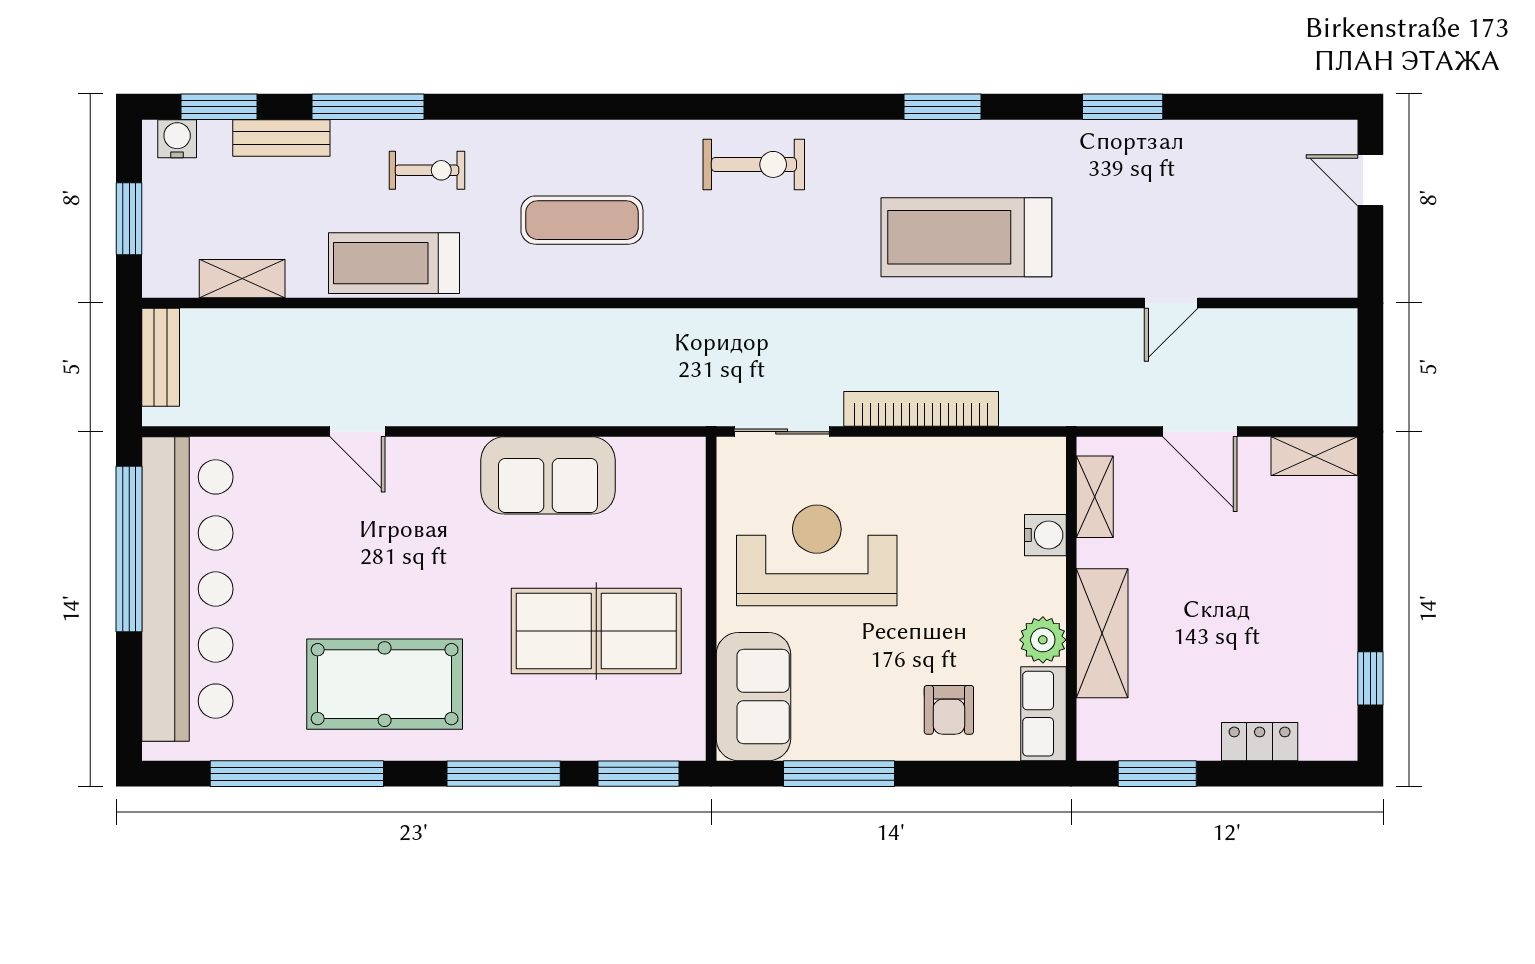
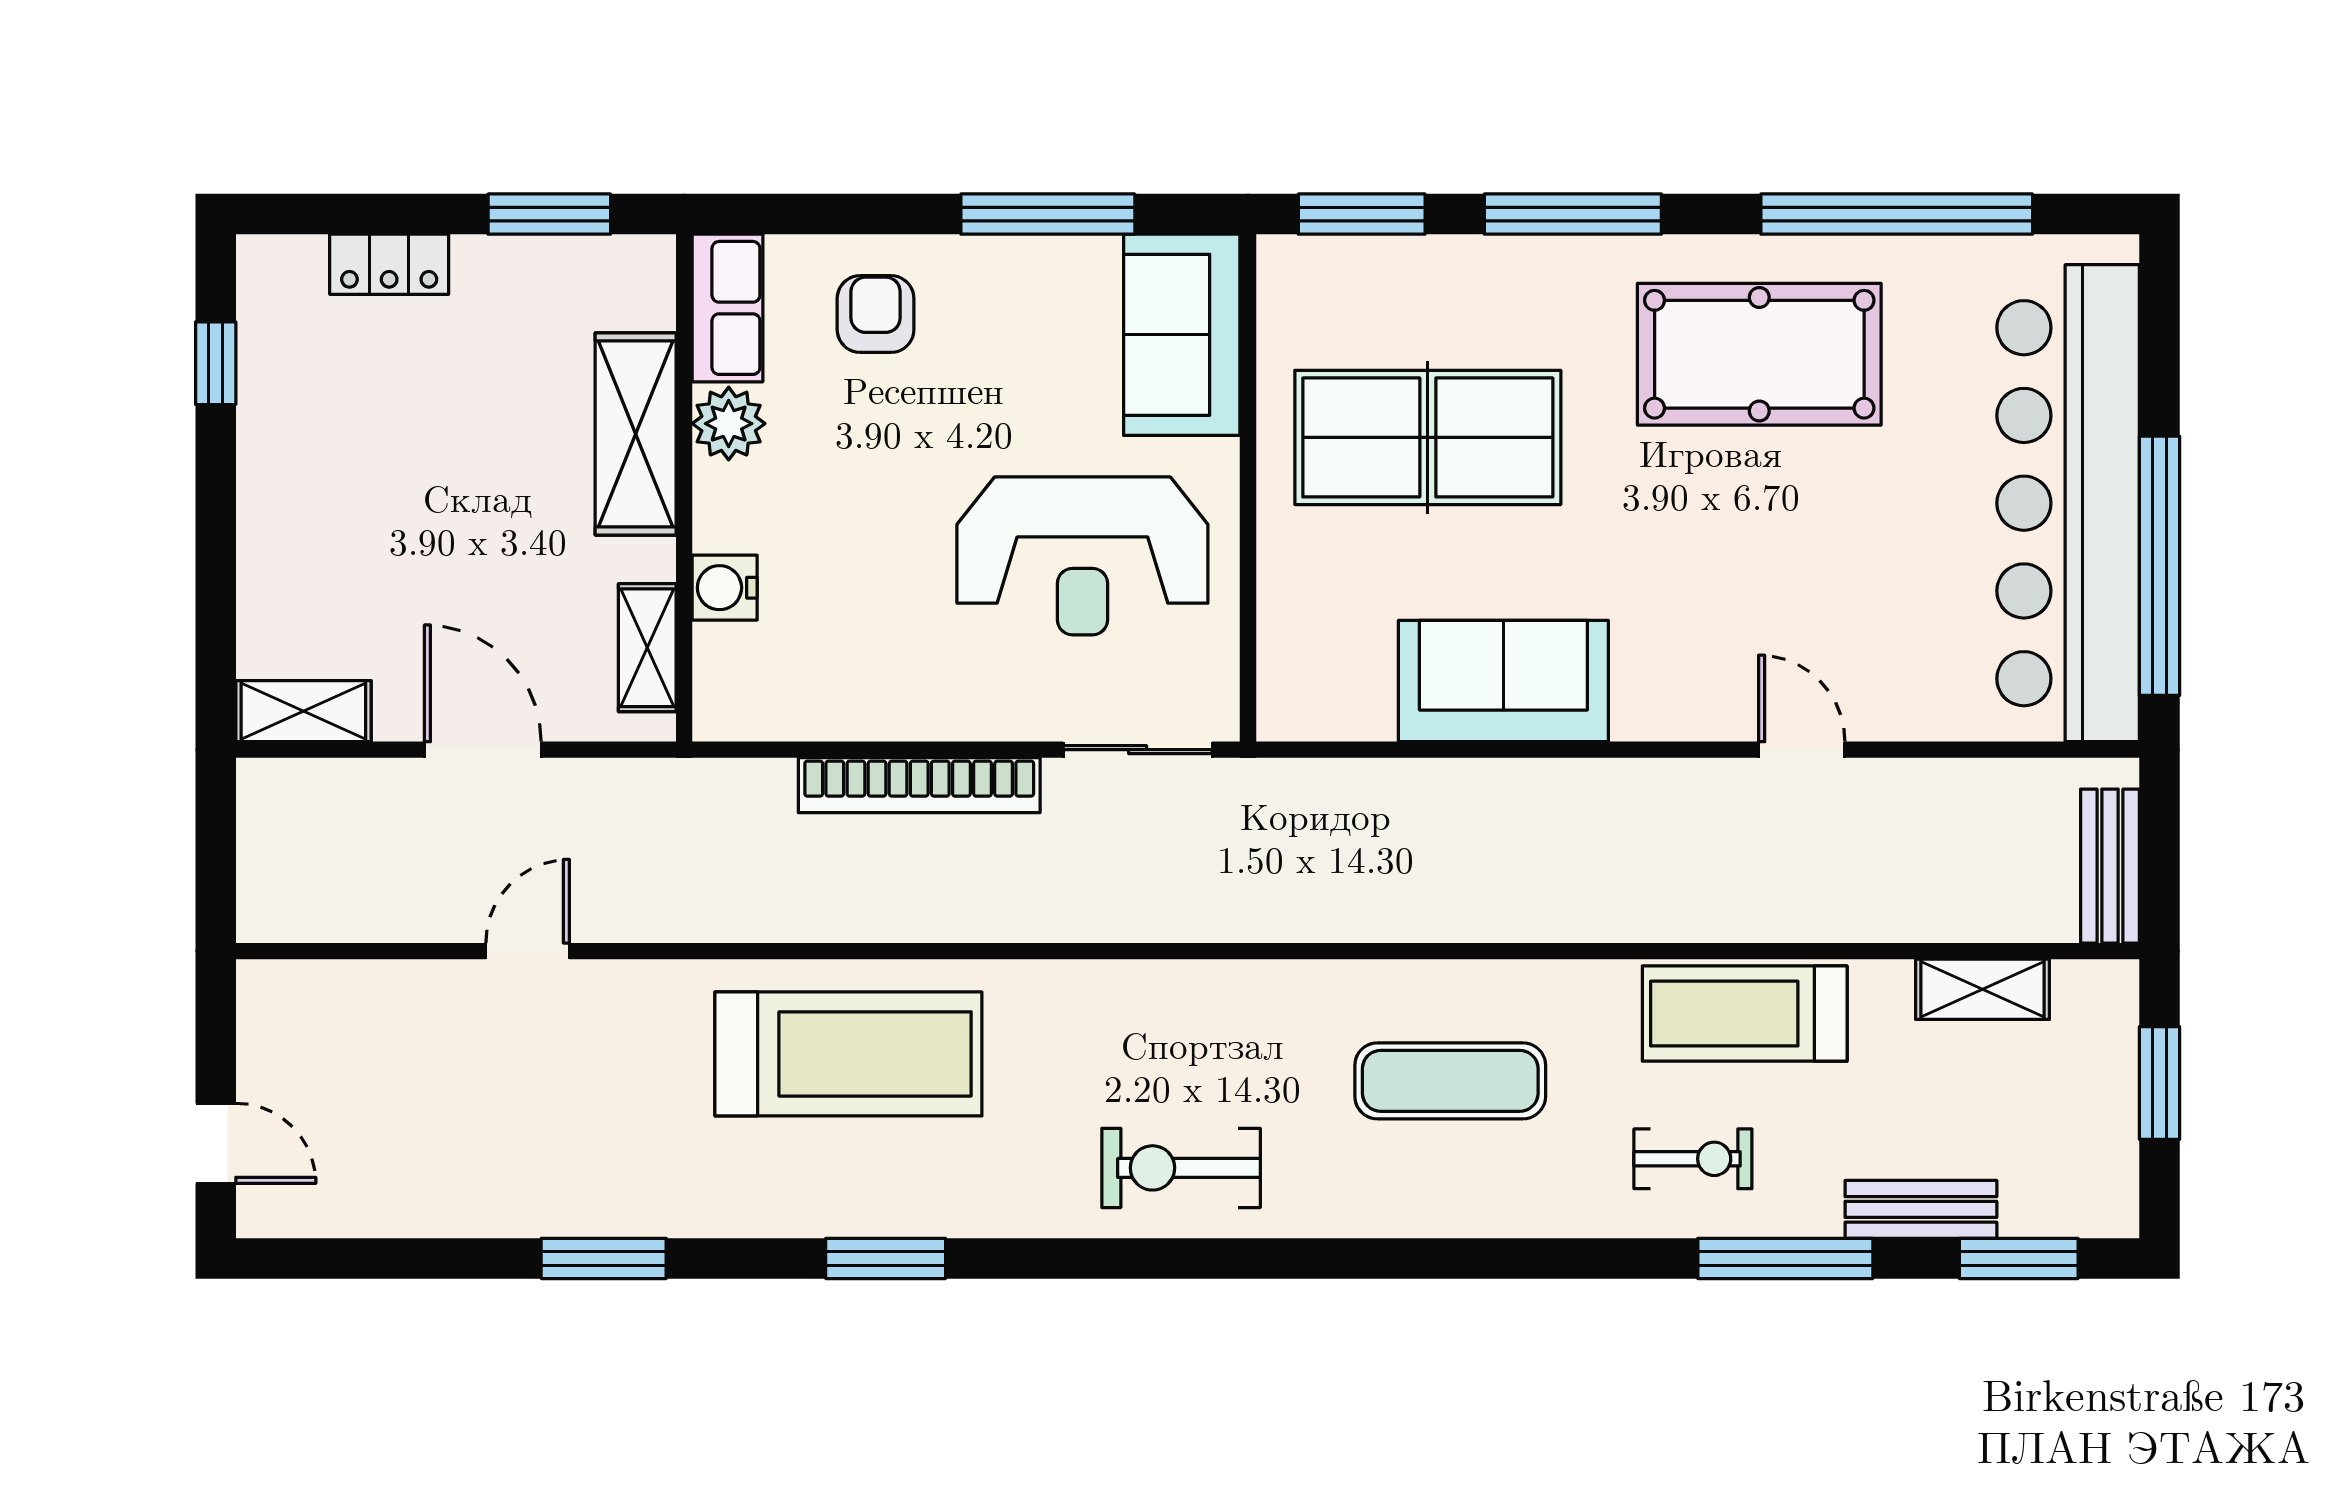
water cooler: (177, 139) -> (2084, 1208), removed
exercise bike: (427, 170) -> (1693, 1159), turned 180
treadmill: (394, 263) -> (1745, 1014), turned 180

